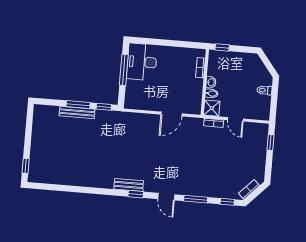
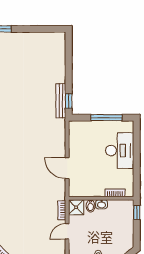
desk: (142, 62) -> (120, 151), moved, turned 90
window: (78, 105) -> (69, 75), removed
bench: (77, 112) -> (61, 101), moved

